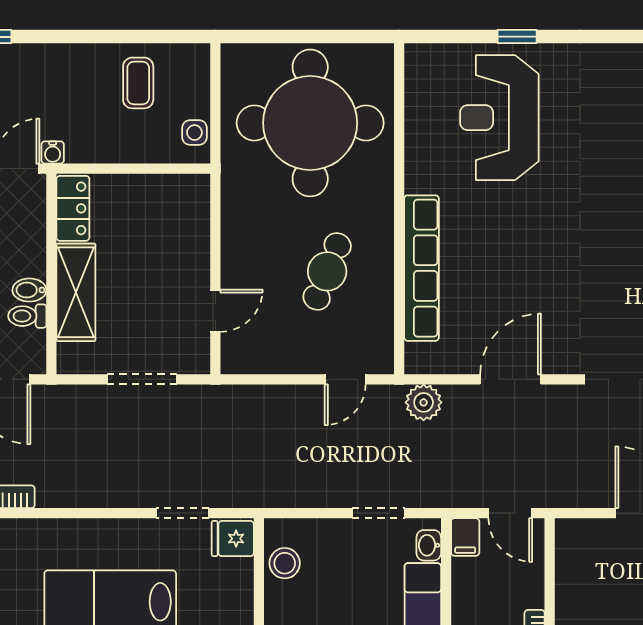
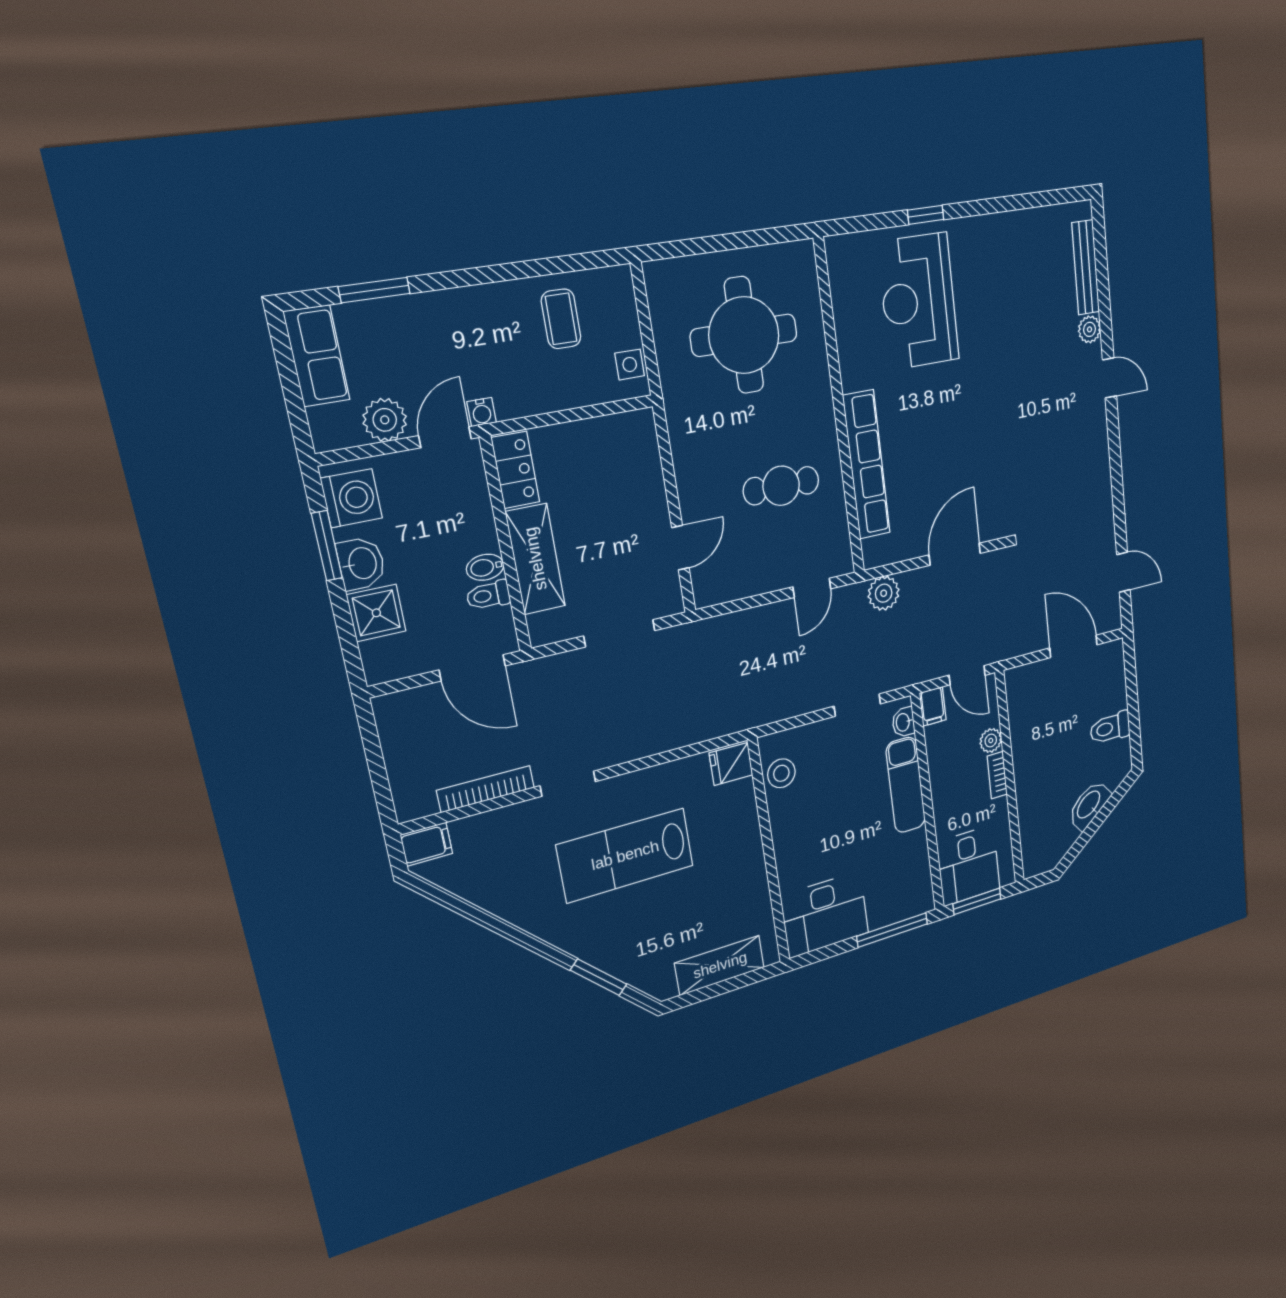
round table: (310, 123) -> (744, 335), width x0.73, depth x0.73
cafe table: (327, 271) -> (781, 486), turned 68
doorway: (183, 513) -> (568, 784), moved
plant: (531, 594) -> (991, 741), added

